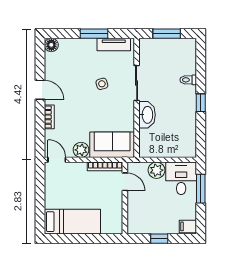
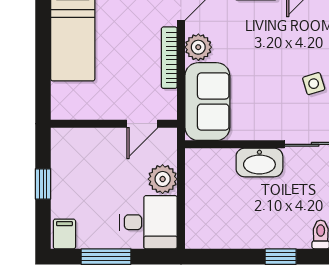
bookcase: (105, 166) -> (169, 58), moved
window: (201, 189) -> (106, 257), moved

